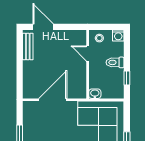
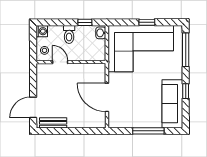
door: (88, 53) -> (60, 62), swing flipped
washbasin: (95, 94) -> (101, 33), moved

